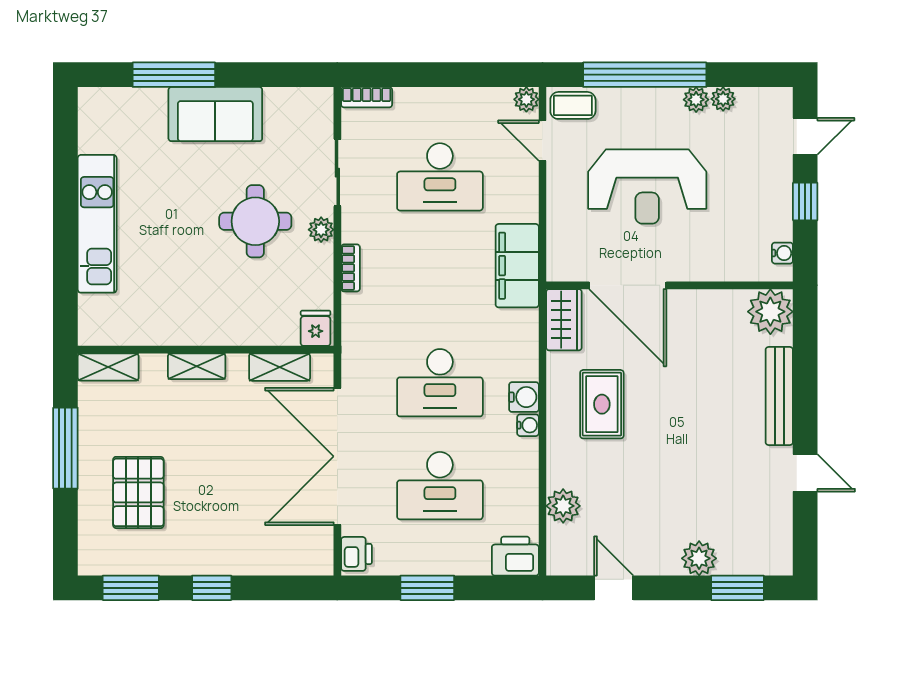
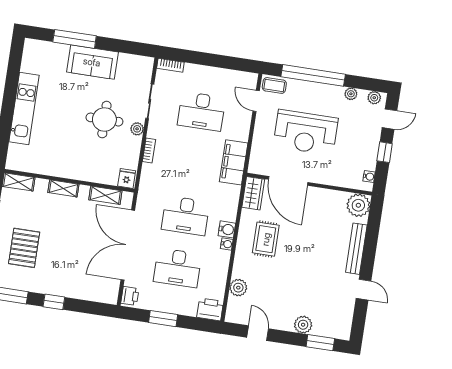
plant: (526, 99) -> (251, 79), removed
plant: (696, 100) -> (374, 98), moved

